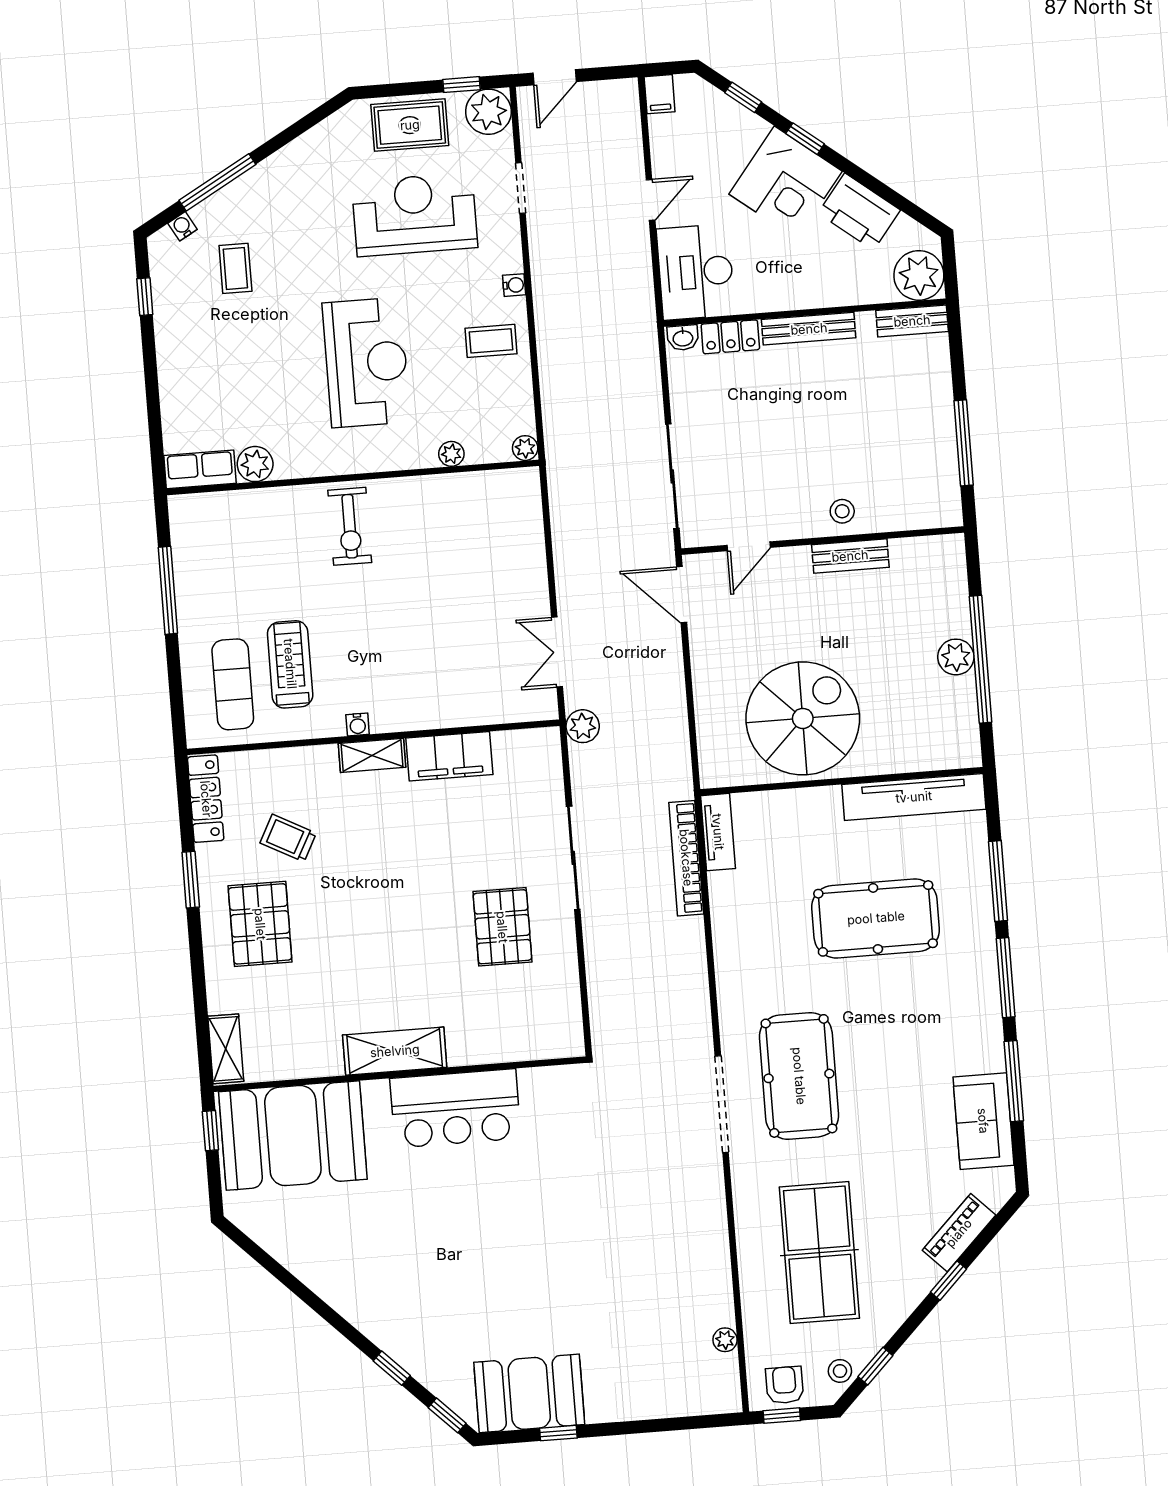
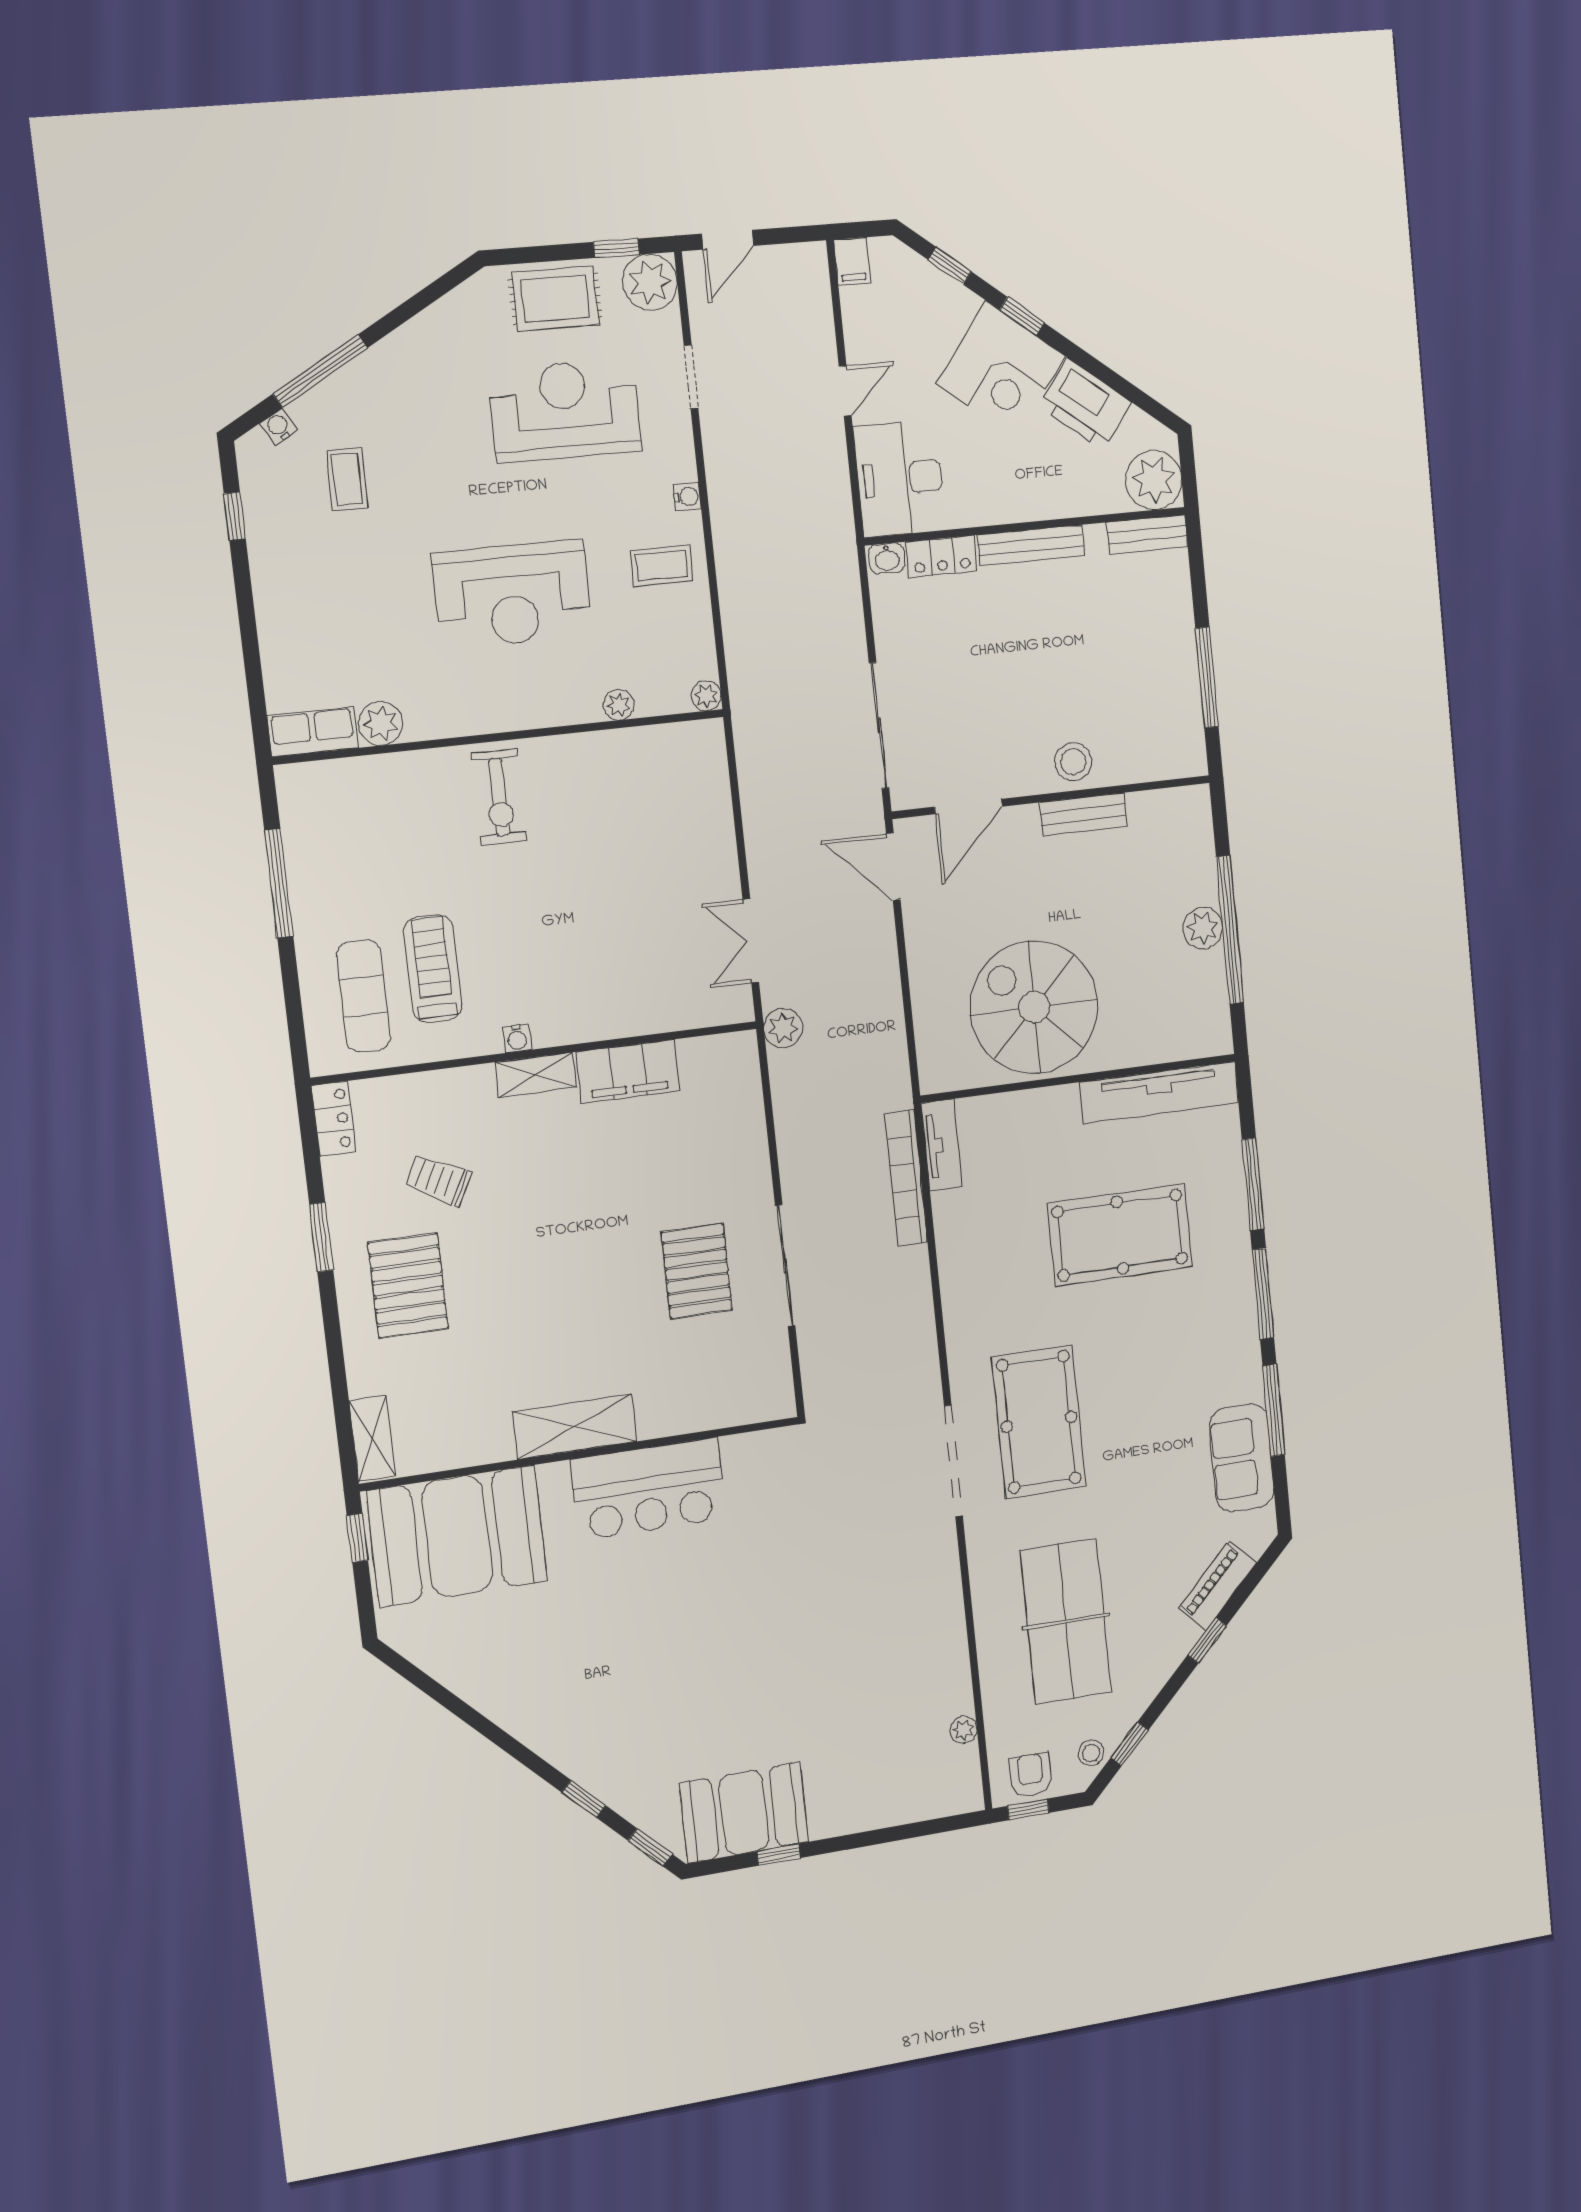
reception desk: (366, 363) -> (512, 595), turned 90
stool: (842, 511) -> (1073, 762), width x1.37, depth x1.37
door: (749, 546) -> (968, 807), width x1.38
spiral stairs: (803, 718) -> (1034, 1007), turned -90
locker: (206, 799) -> (334, 1119), width x0.66
sliding door: (573, 858) -> (785, 1266), moved

